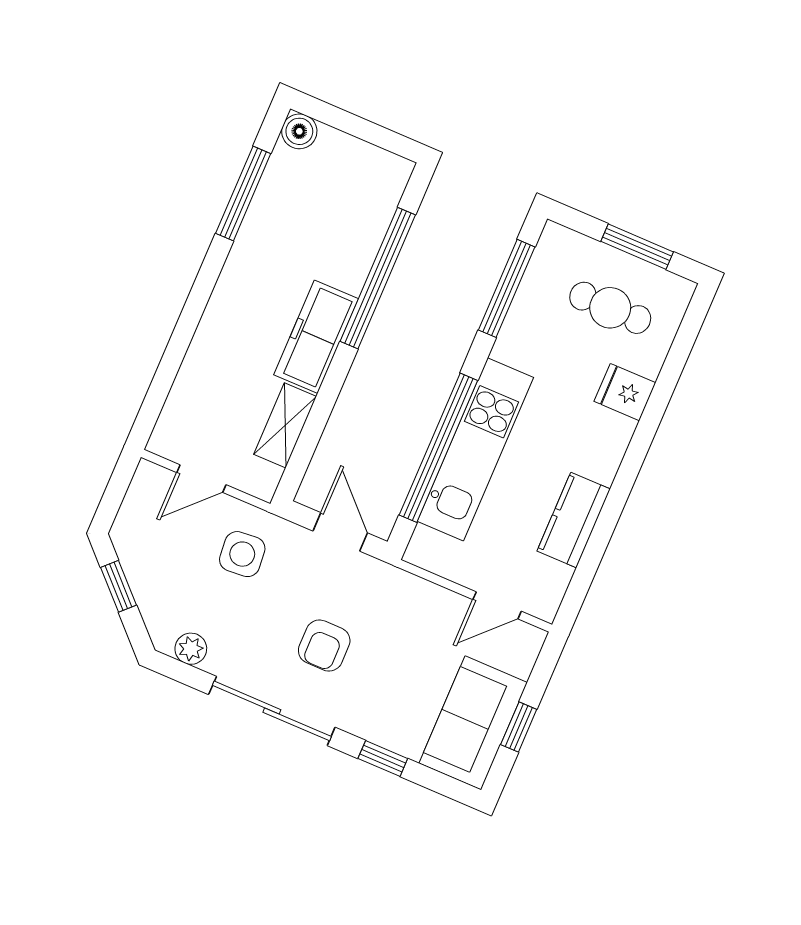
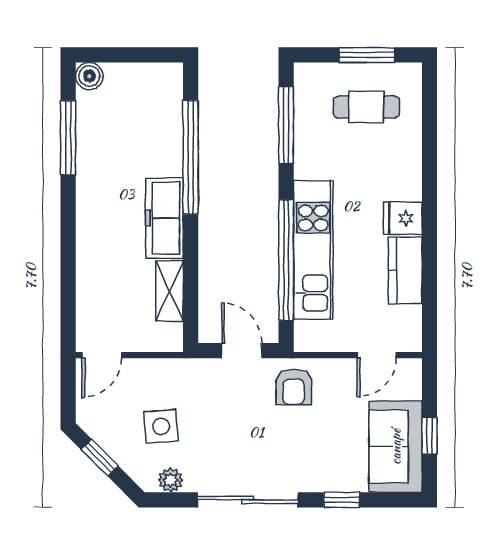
fridge: (625, 392) -> (403, 218), moved
door: (201, 479) -> (102, 355), moved
side table: (242, 554) -> (161, 426), moved
armchair: (324, 646) -> (294, 387), moved

